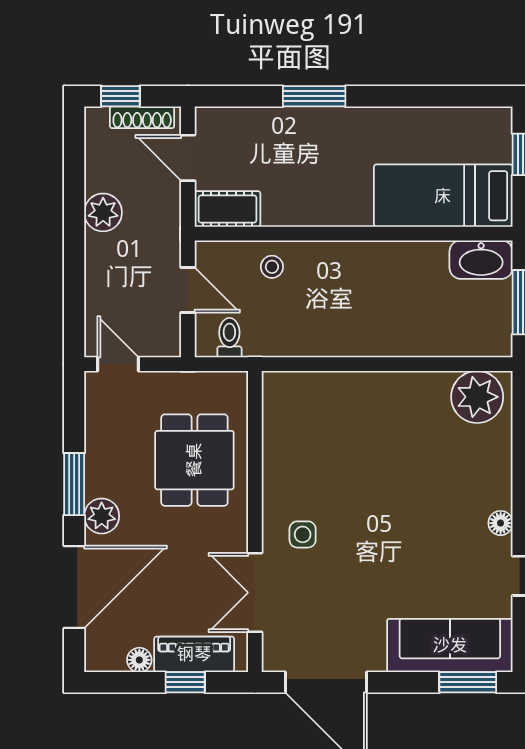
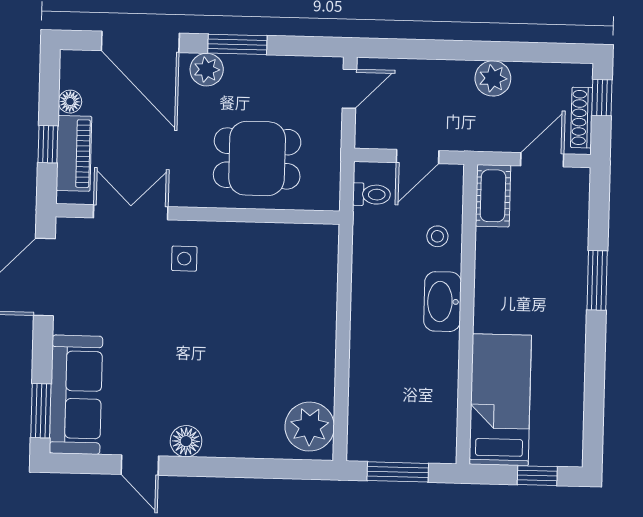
washbasin: (481, 260) -> (443, 302), moved
floor lamp: (501, 523) -> (186, 441), width x1.37, depth x1.37

